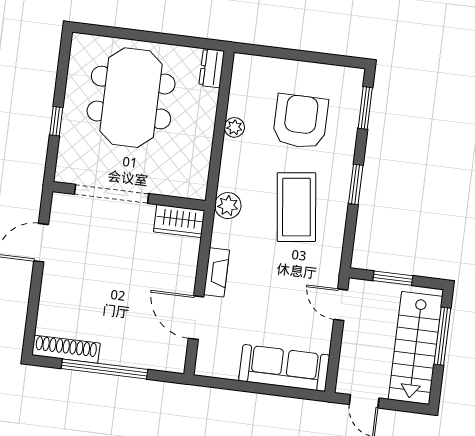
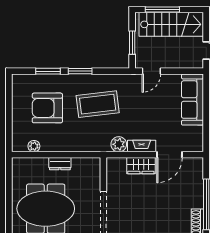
dresser: (212, 68) -> (60, 164), moved
window: (365, 108) -> (48, 71), moved
plant: (234, 127) -> (34, 146), moved
plant: (228, 206) -> (119, 144), moved
wardrobe: (179, 221) -> (141, 166), moved, turned 90

